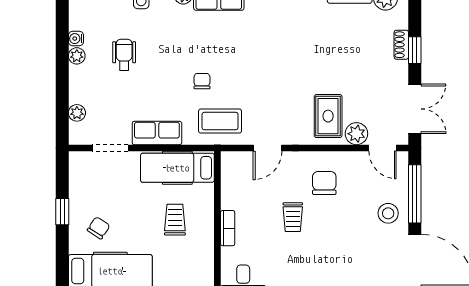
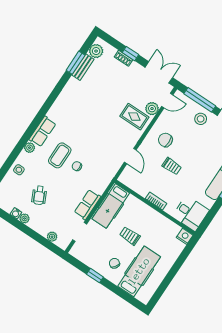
wheelchair: (124, 55) -> (39, 195), turned -116
coffee table: (220, 121) -> (60, 155), moved
trolley: (175, 220) -> (130, 236), moved

